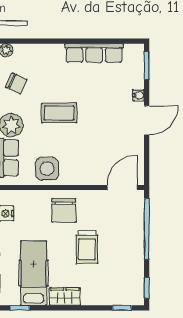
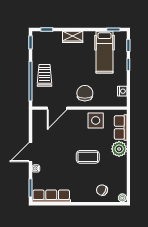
row of seats: (94, 53) -> (51, 196), moved
chair: (16, 83) -> (102, 190), moved
door: (122, 188) -> (57, 108), moved
trolley: (87, 247) -> (45, 75), moved
wardrobe: (65, 297) -> (73, 37), moved

